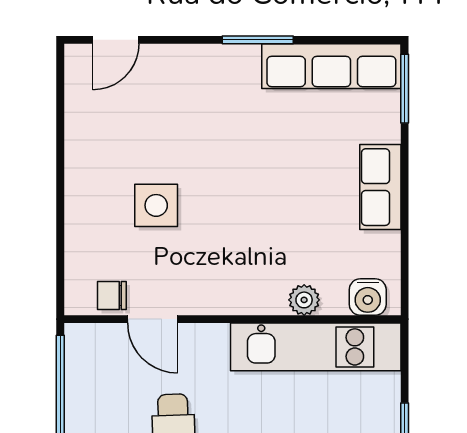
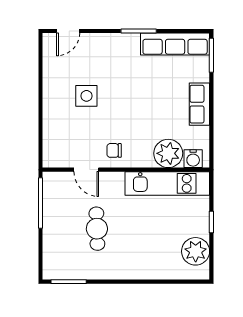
side table: (156, 205) -> (86, 96), moved
chair: (112, 295) -> (114, 150), moved
plant: (304, 300) -> (168, 153), width x1.88, depth x1.88

